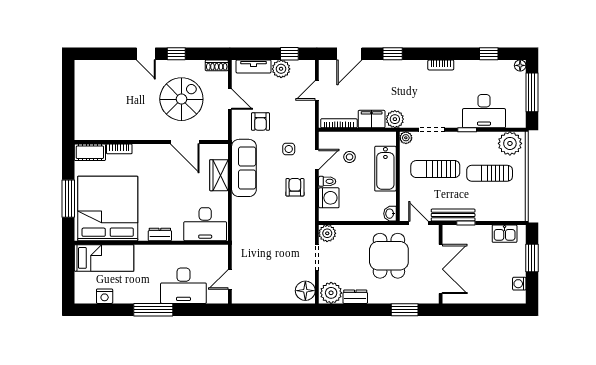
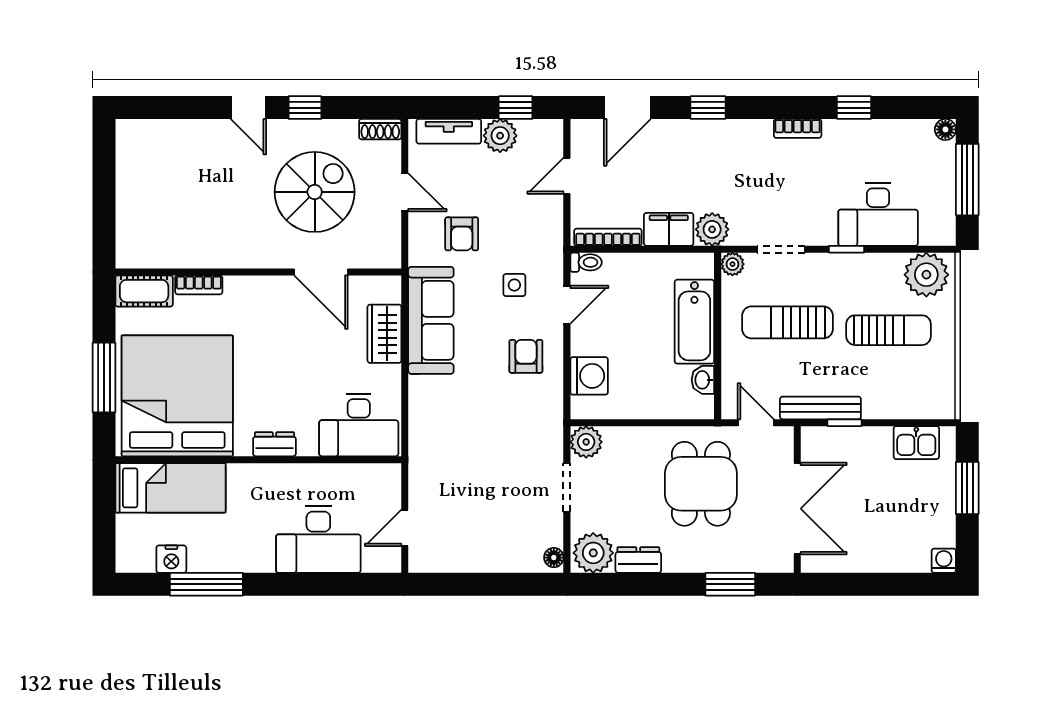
window: (489, 54) -> (854, 108), moved
stool: (350, 157) -> (628, 300), removed
sun lounger: (490, 173) -> (888, 330), turned 180
toilet: (327, 181) -> (586, 262), moved
washbasin: (390, 214) -> (703, 380), moved
washing machine: (519, 284) -> (944, 561), moved, turned 90
floor lamp: (305, 291) -> (554, 558), width x0.53, depth x0.53
window: (153, 310) -> (206, 584), moved

